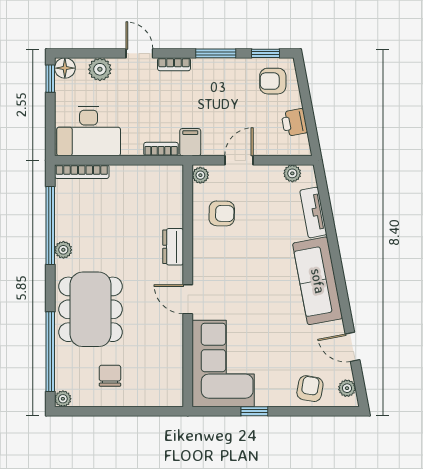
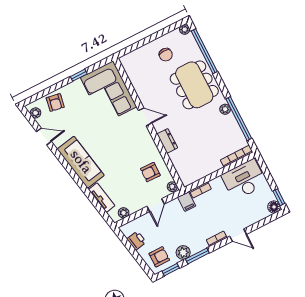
plant: (100, 69) -> (183, 253), moved

